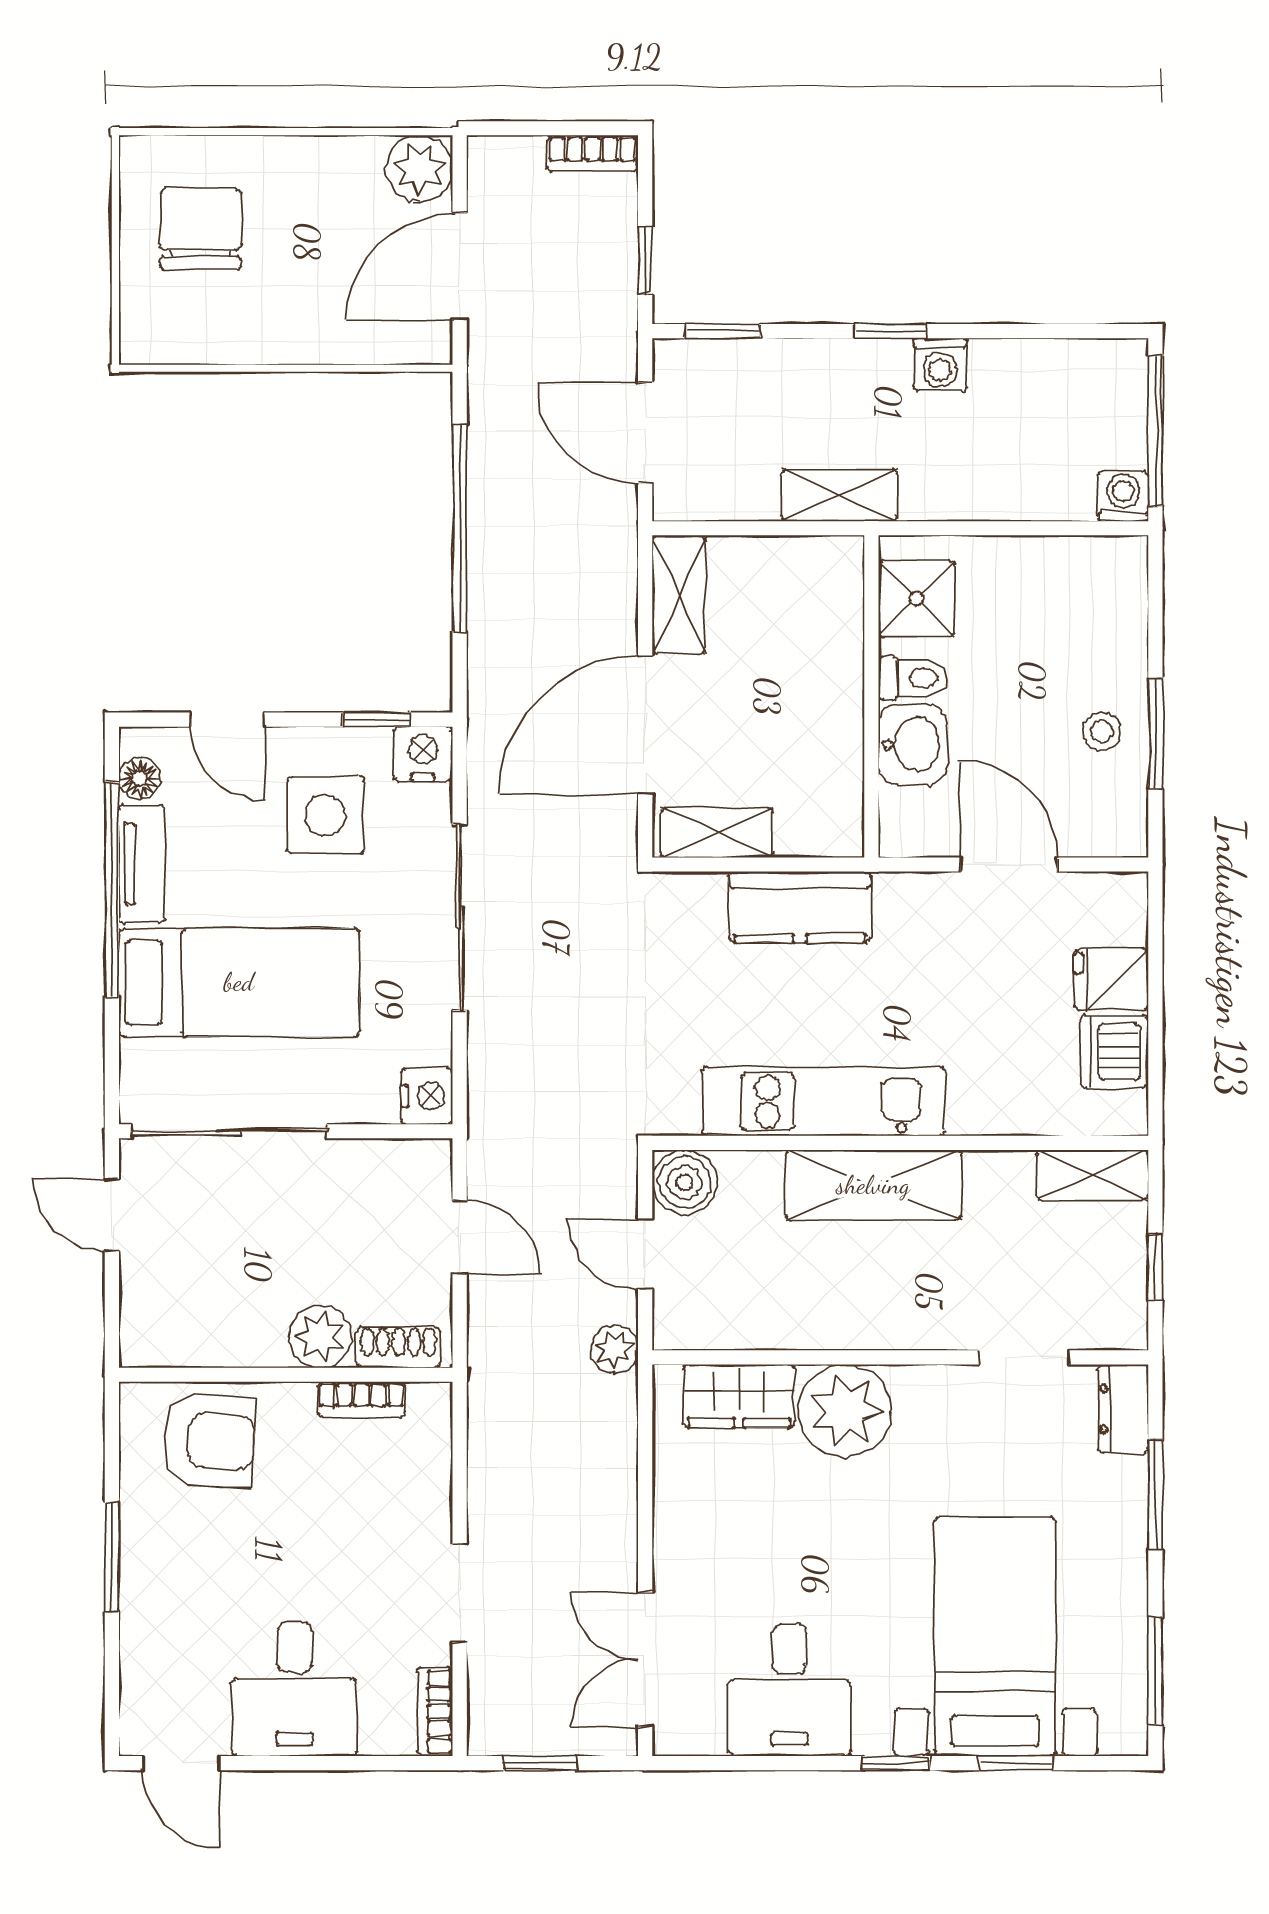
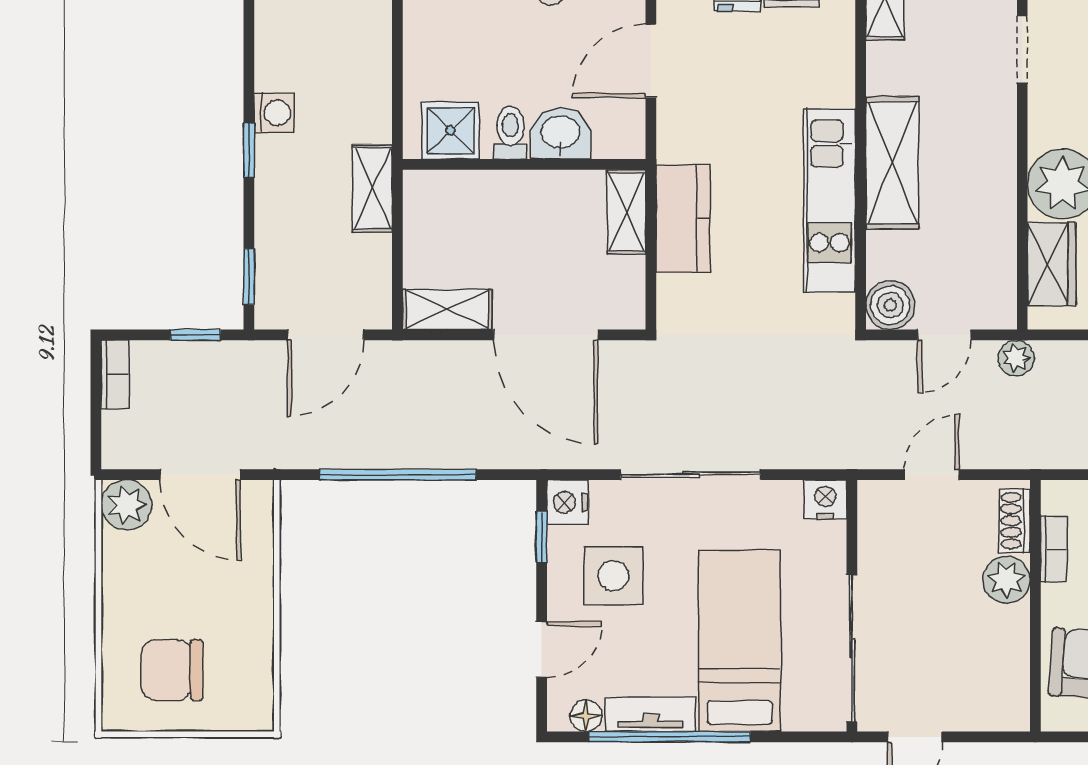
shelving: (717, 832) -> (627, 212), moved

